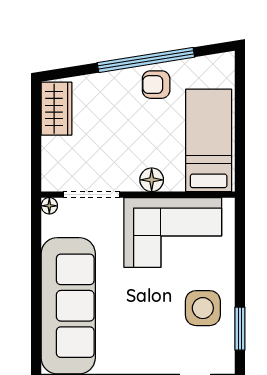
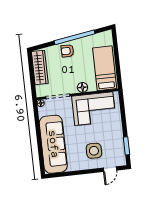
armchair: (156, 85) -> (67, 51), moved
wardrobe: (56, 109) -> (40, 67), width x1.50
side table: (203, 308) -> (94, 151), moved

